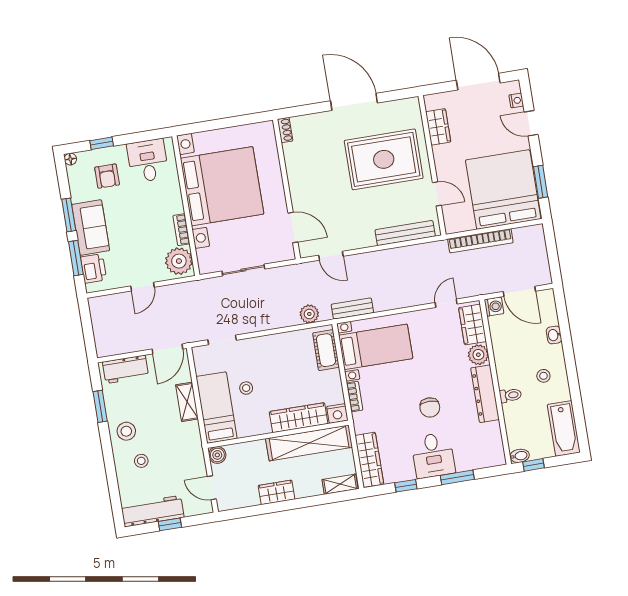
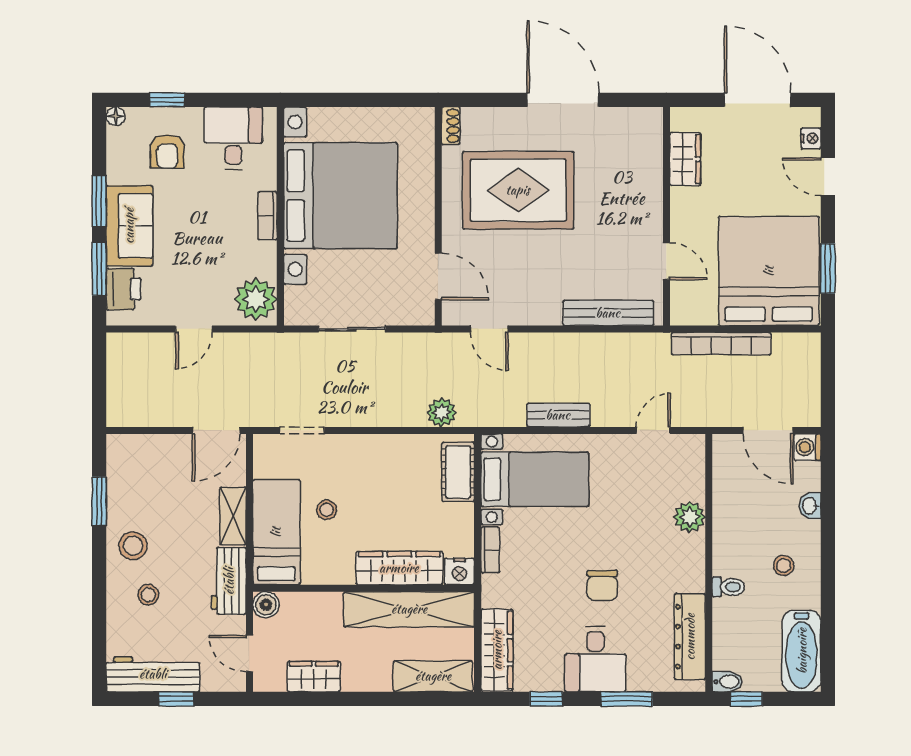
rug: (384, 159) -> (518, 190), moved
bookcase: (181, 230) -> (267, 216), moved
washing machine: (494, 307) -> (807, 447), moved, turned 180
bench: (352, 309) -> (558, 415), moved
wardrobe: (473, 325) -> (688, 469), removed
workbench: (126, 369) -> (229, 581), moved, turned 90
dresser: (485, 394) -> (690, 637), moved
shelving: (340, 484) -> (433, 676), width x1.50, depth x1.33
wardrobe: (276, 492) -> (314, 677), moved

